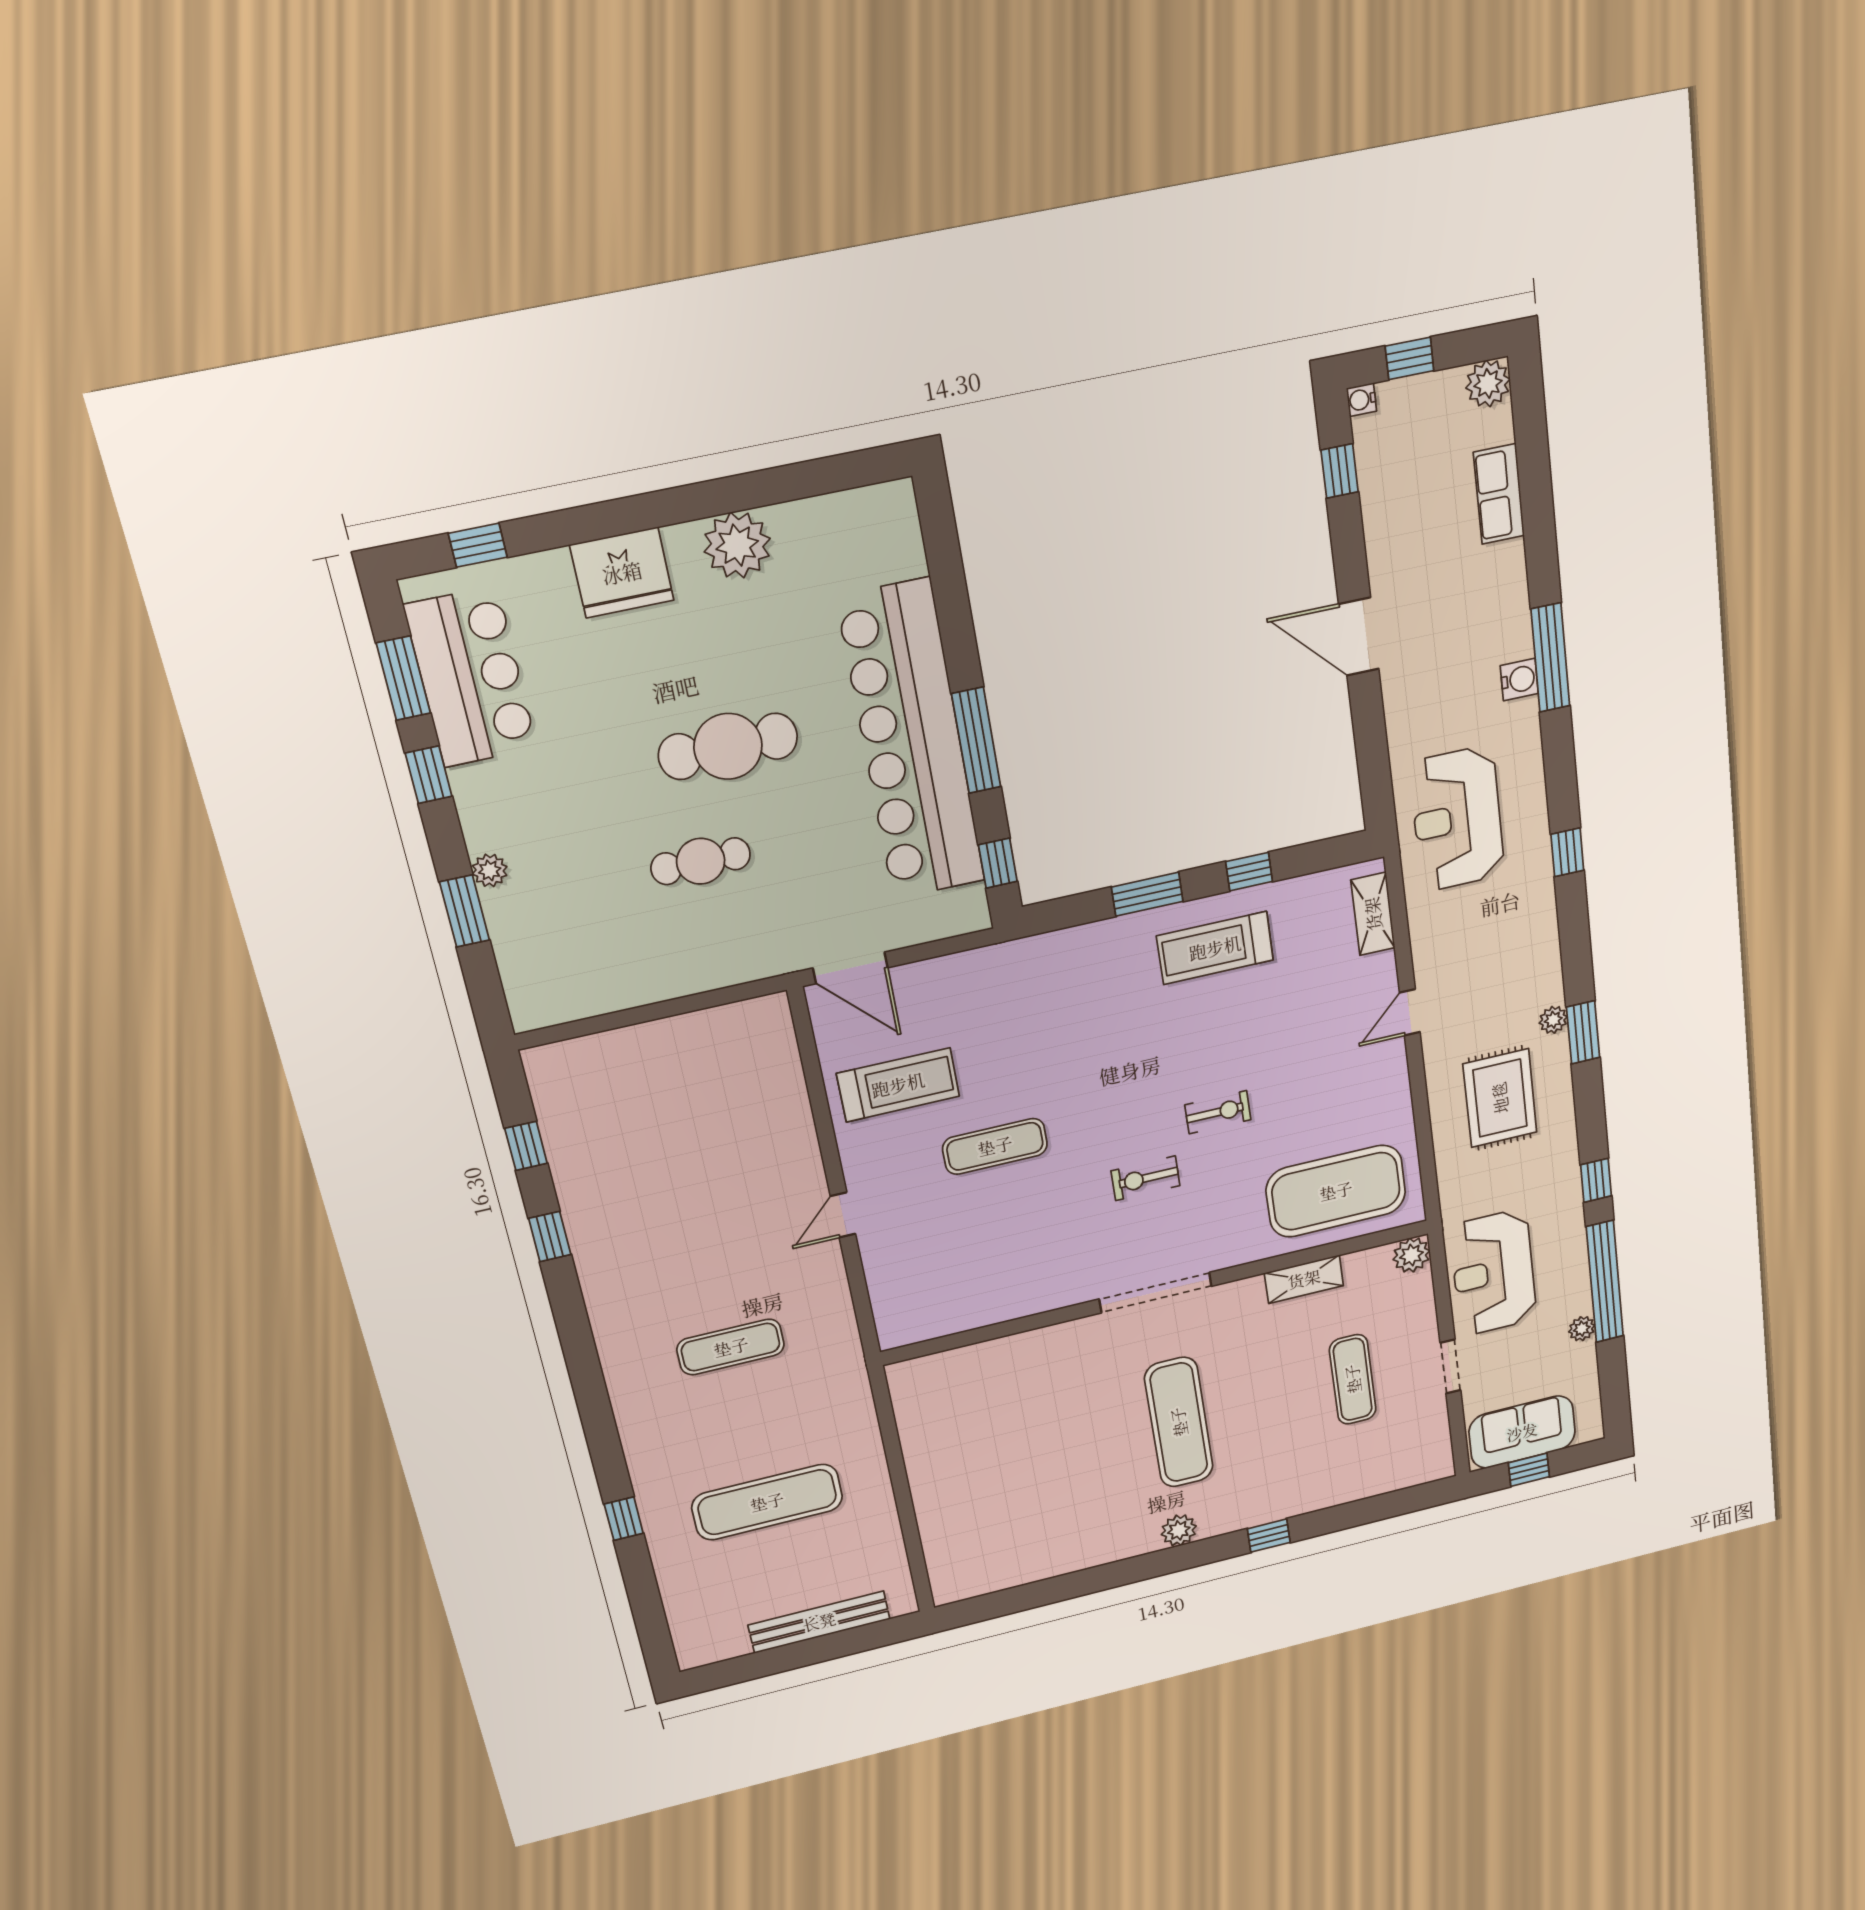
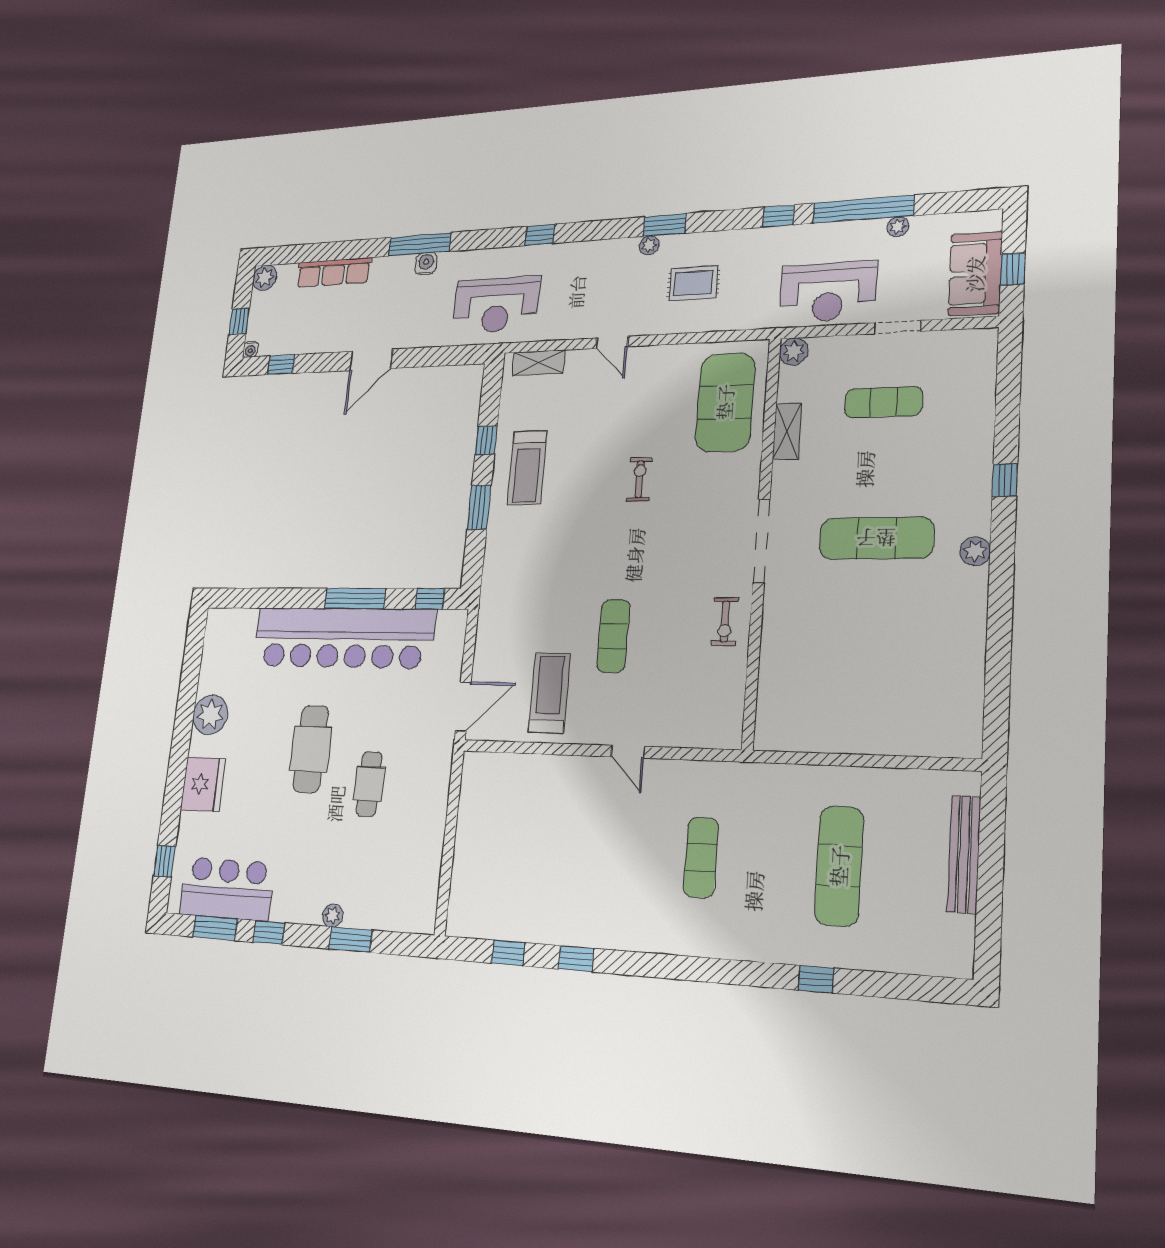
row of seats: (1499, 494) -> (333, 272), width x1.48
rug: (1500, 1098) -> (693, 283), width x0.73, depth x0.70
exercise bike: (1145, 1178) -> (725, 621), moved

